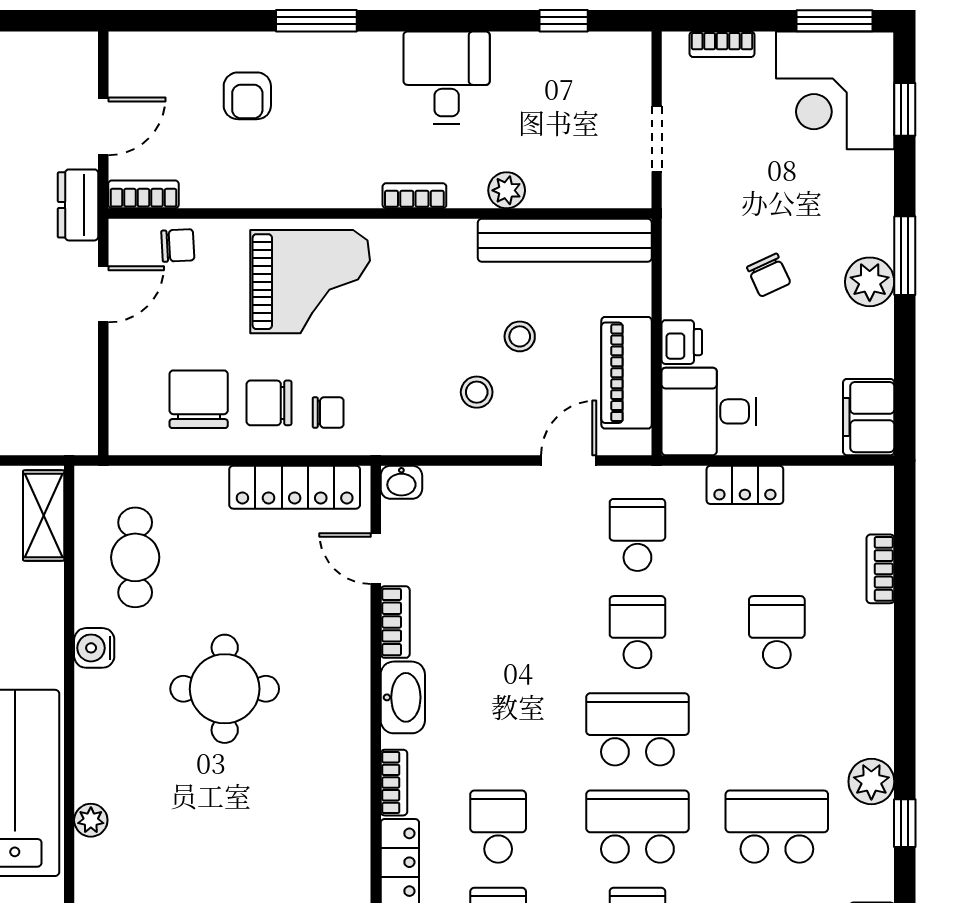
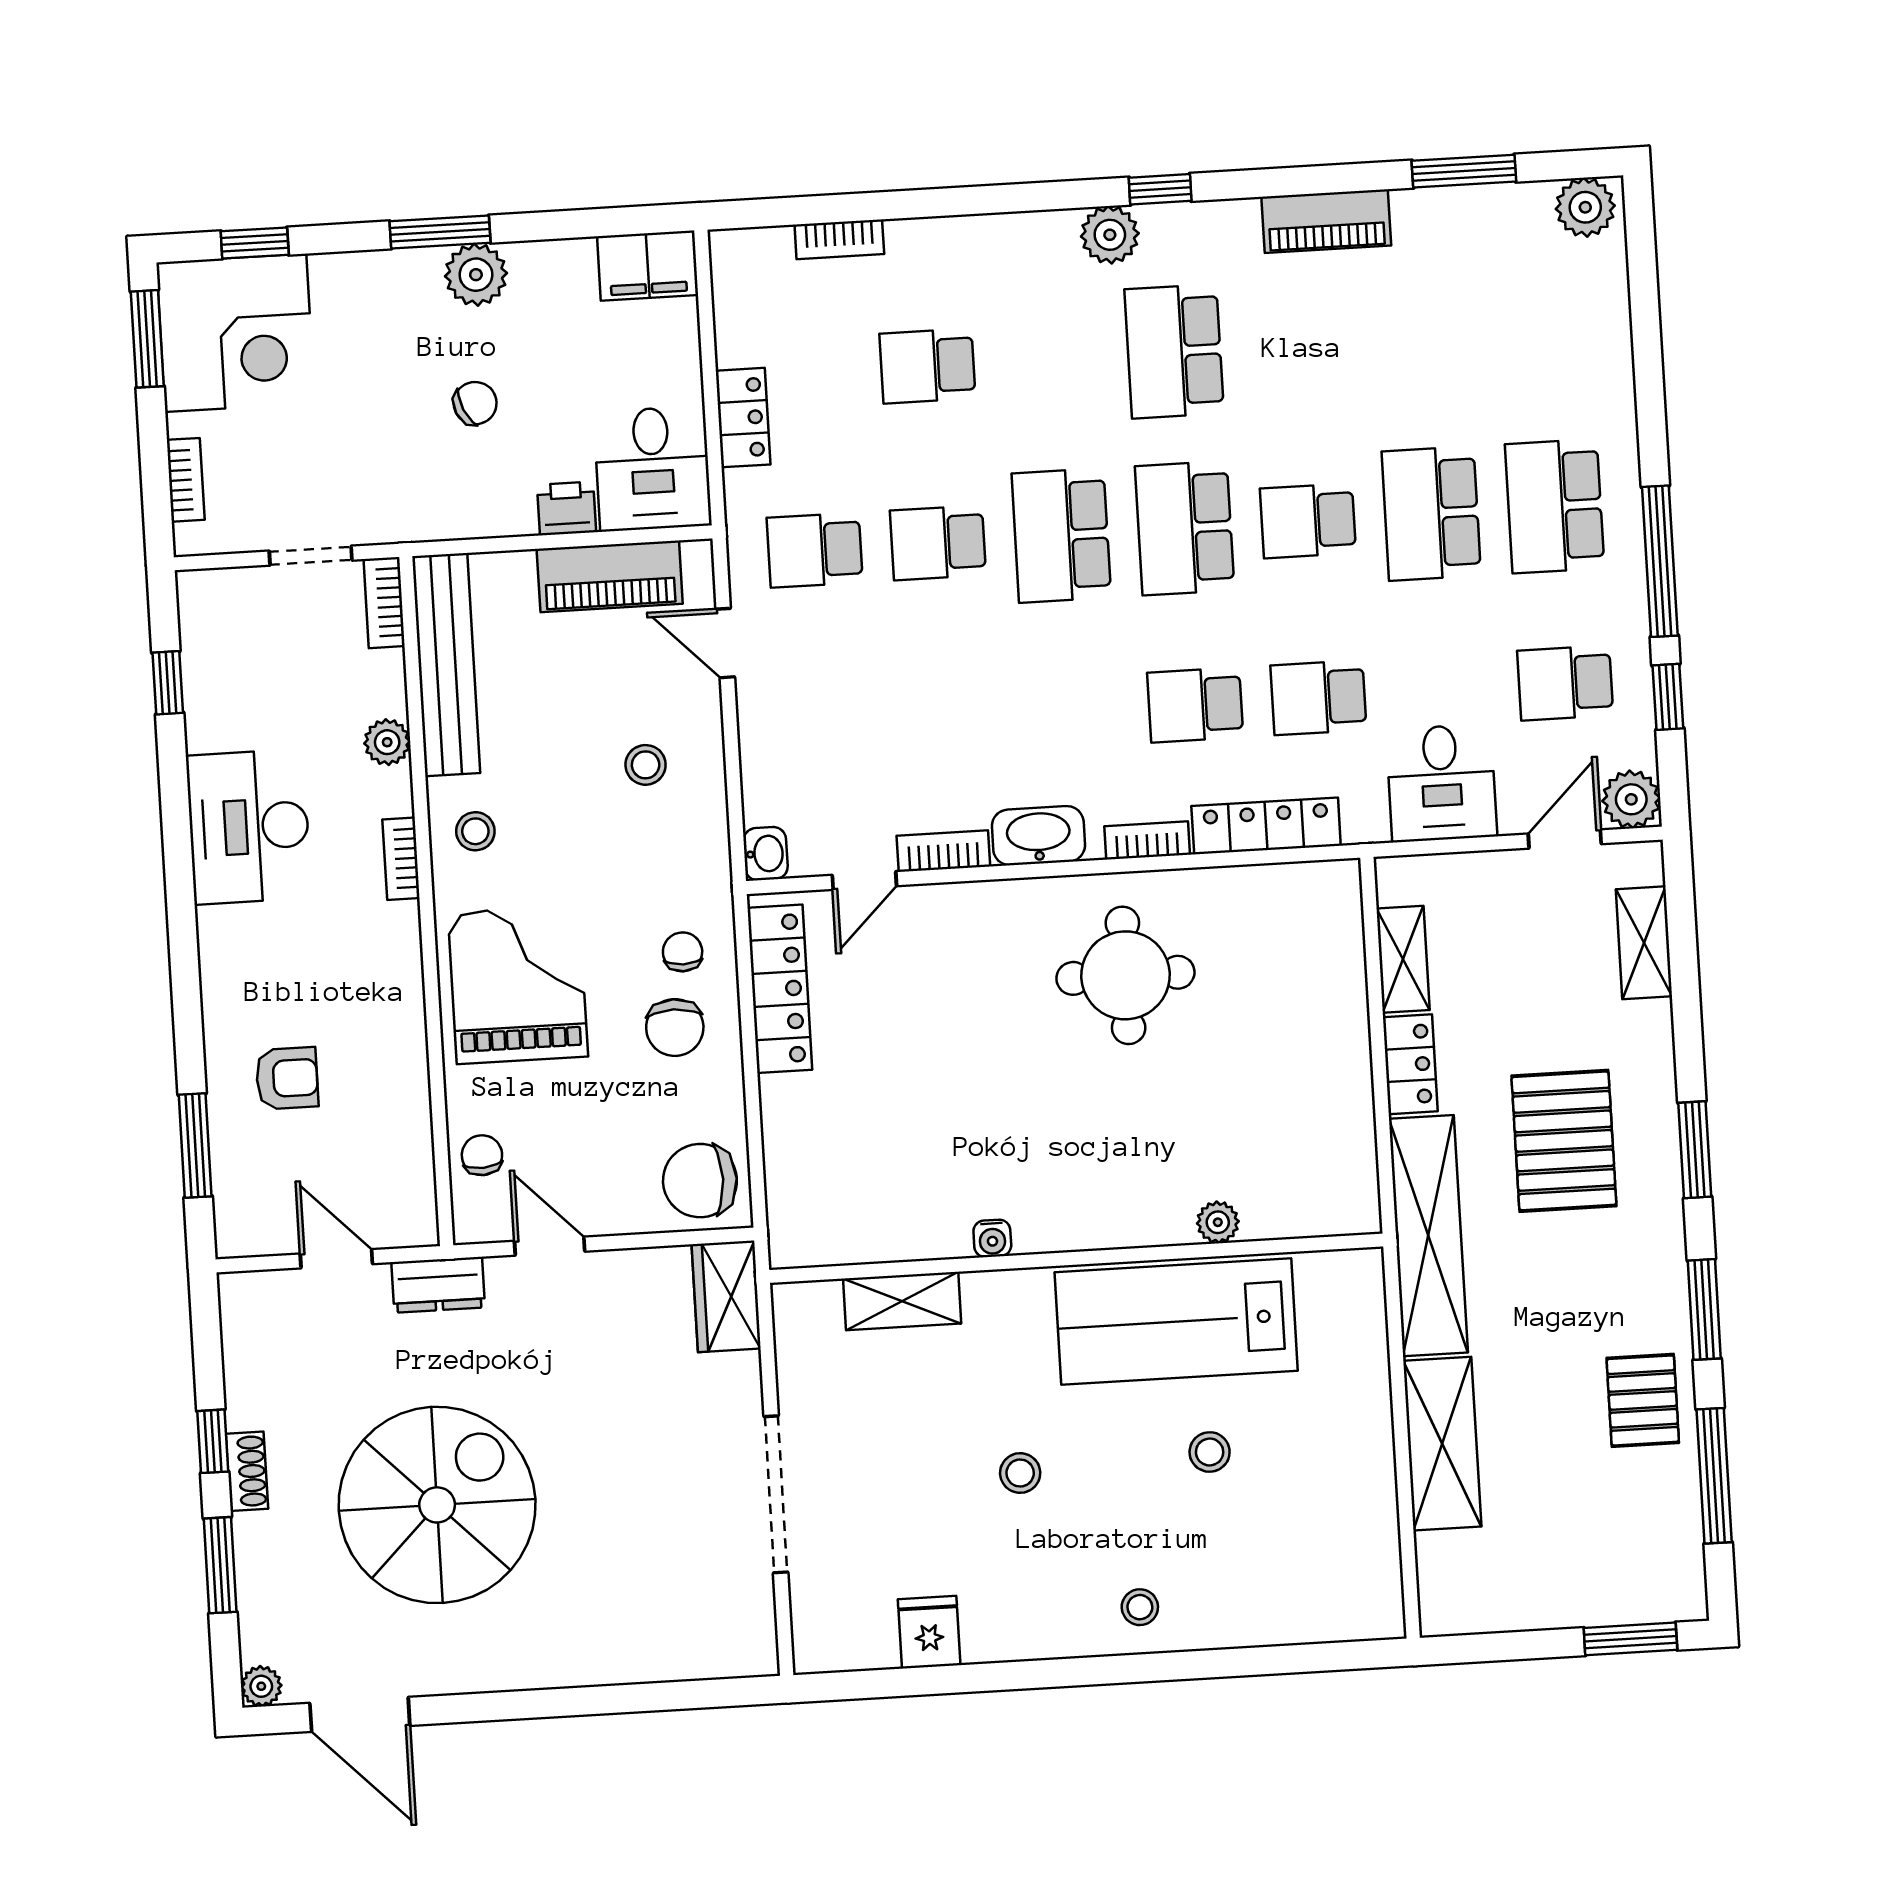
window: (316, 21) -> (195, 1146), moved
desk: (447, 78) -> (249, 827), width x1.37
bookcase: (143, 194) -> (384, 603), moved
stool: (520, 336) -> (475, 831), moved
chair: (199, 399) -> (700, 1181), moved
wardrobe: (56, 431) -> (726, 1296), added
shelving: (44, 515) -> (902, 1301), moved
cafe table: (135, 557) -> (881, 1186), removed
water cooler: (94, 648) -> (992, 1238), width x0.72, depth x0.72
round table: (225, 689) -> (1125, 975), moved

